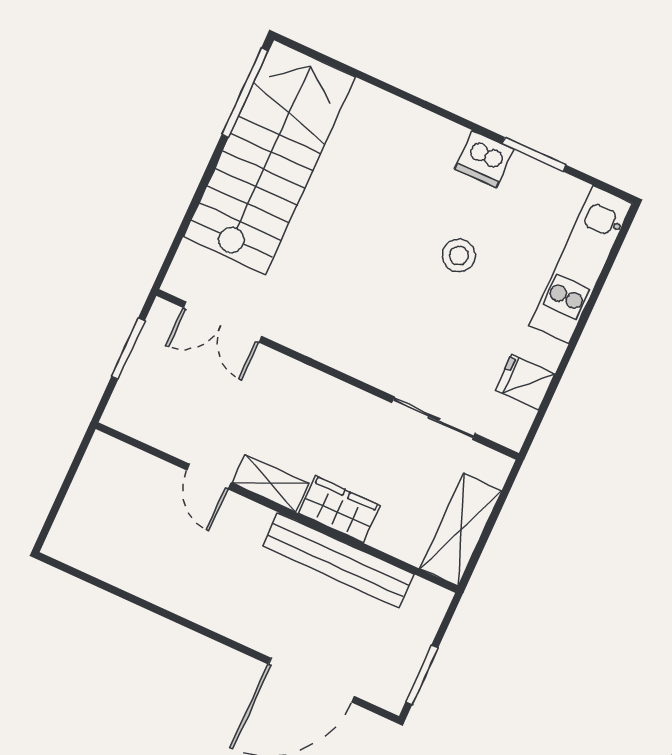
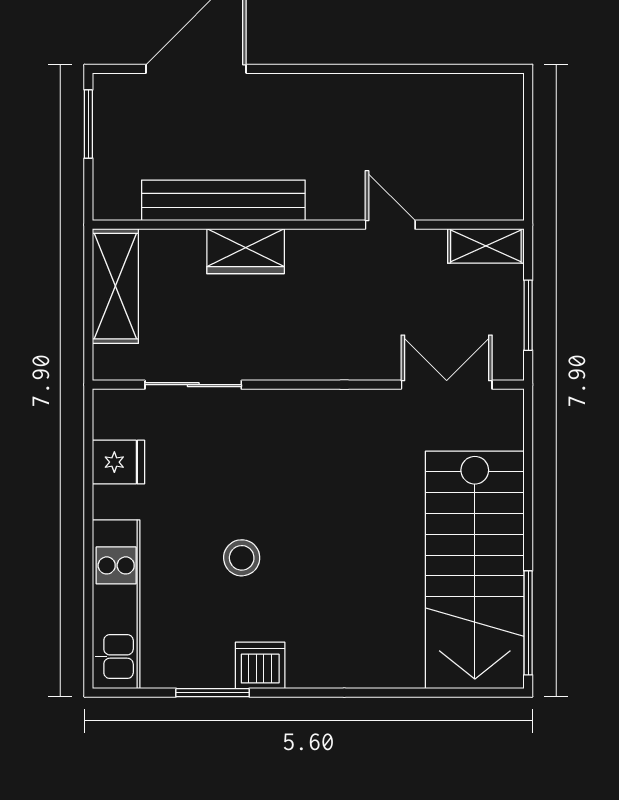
shelving: (270, 483) -> (486, 246), moved

